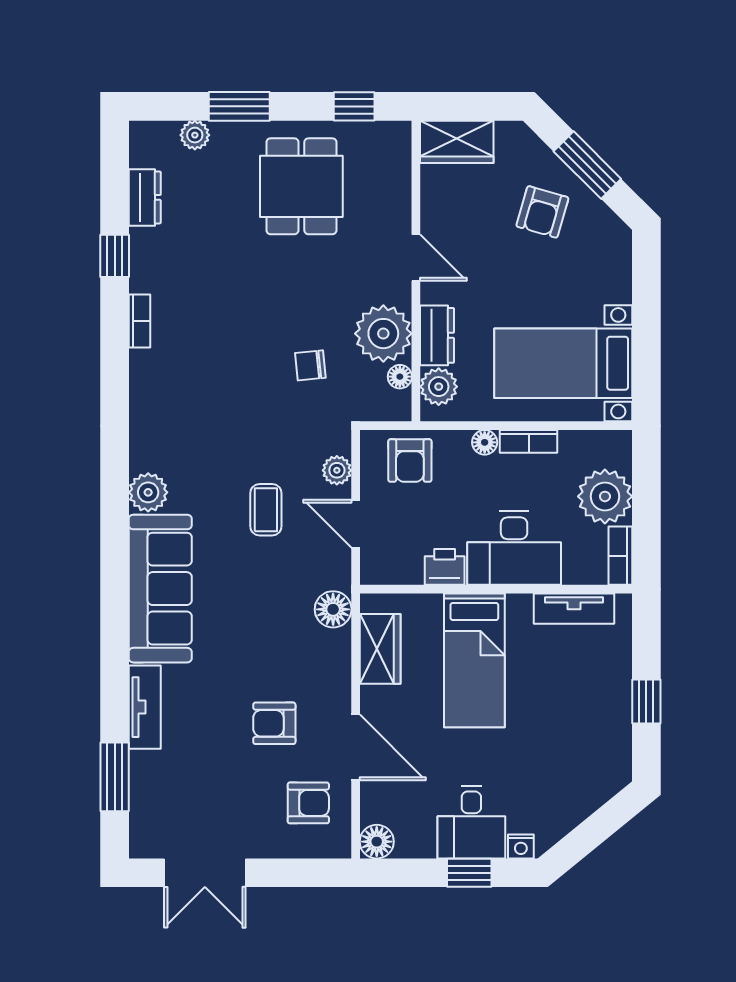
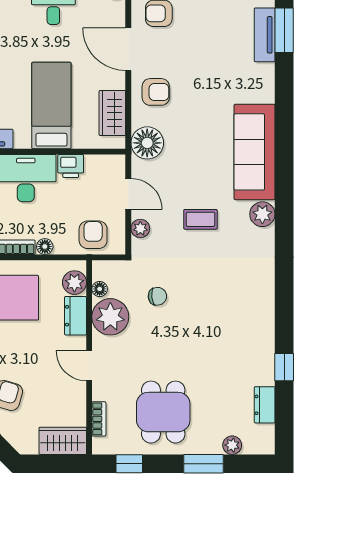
bookcase: (139, 321) -> (99, 419), moved, turned 180
coffee table: (266, 510) -> (200, 219), moved, turned 90
floor lamp: (333, 609) -> (147, 143), width x1.38, depth x1.38
tv unit: (145, 707) -> (265, 35), moved
armchair: (274, 723) -> (156, 92), moved

